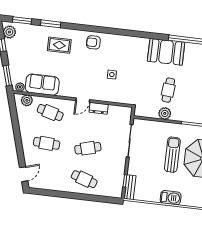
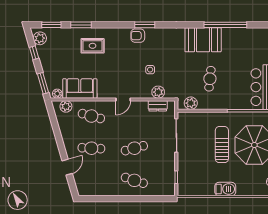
window: (112, 31) -> (145, 25), added
armchair: (93, 42) -> (138, 36), moved
plant: (117, 97) -> (158, 92), added
dresser: (99, 108) -> (158, 106), moved
plant: (165, 113) -> (191, 103), moved
door: (24, 174) -> (67, 167), moved
bench: (130, 187) -> (182, 183), removed

